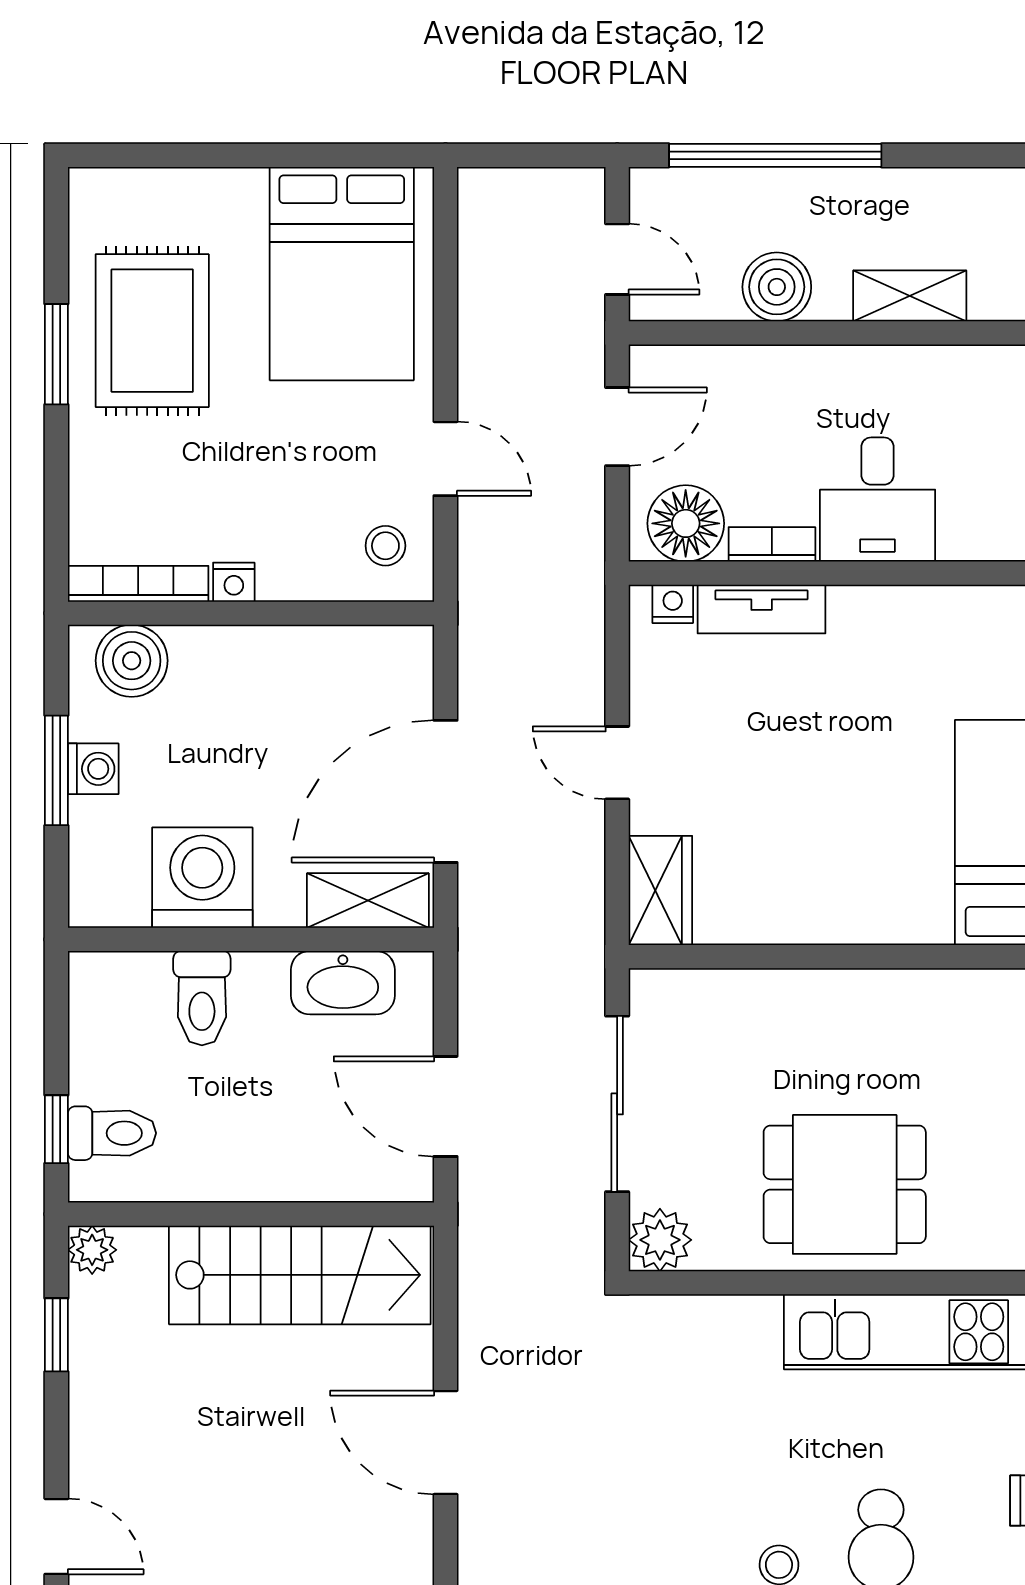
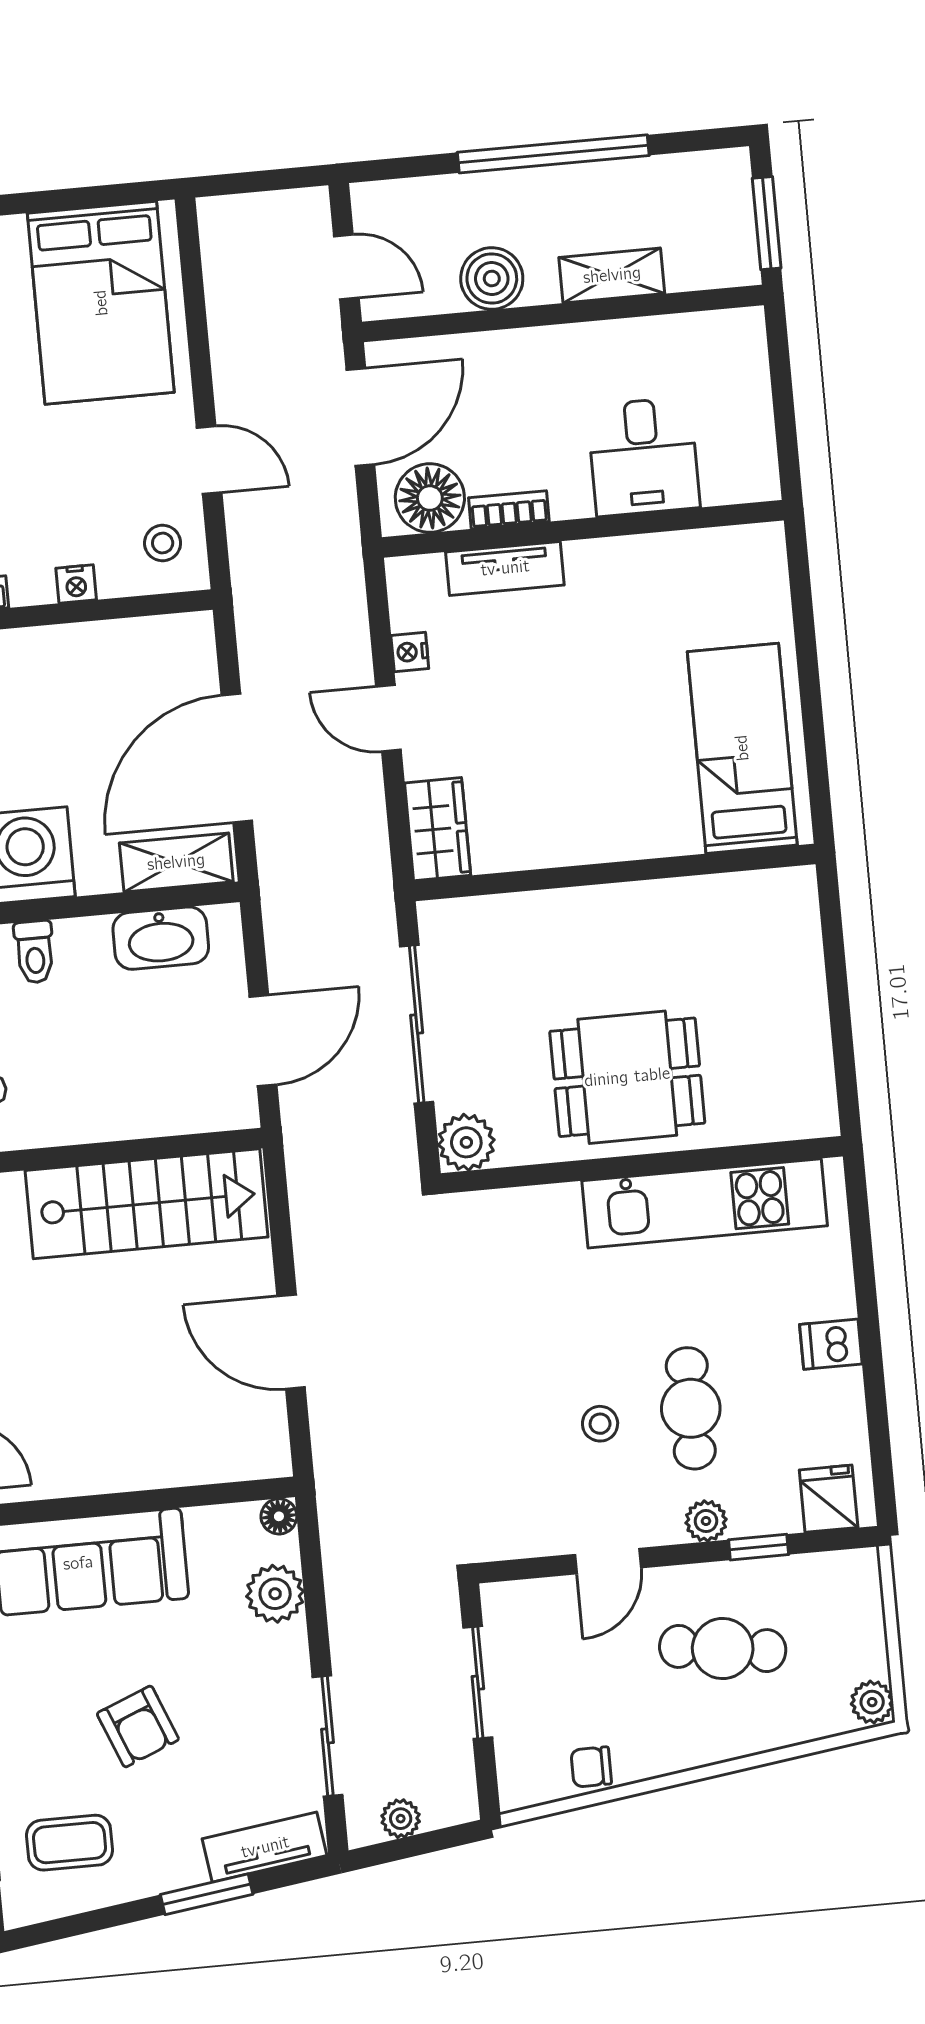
window: (775, 155) -> (553, 154), moved
door: (617, 427) -> (360, 417), width x1.38
desk: (878, 500) -> (643, 457), moved
nightstand: (234, 582) -> (76, 584), moved
nightstand: (673, 604) -> (410, 652), moved, turned -90
toilet: (202, 998) -> (35, 952), width x0.73, depth x0.72
door: (445, 1106) -> (263, 1041), swing flipped

